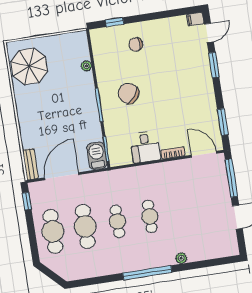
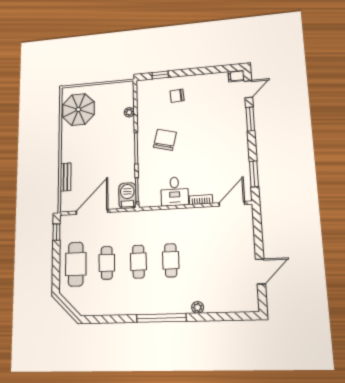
chair: (129, 93) -> (165, 140), turned 65
door: (204, 154) -> (232, 204), hinge flipped
bench: (30, 164) -> (66, 177), moved
window: (231, 178) -> (258, 230), removed
cafe table: (85, 226) -> (107, 263), width x0.73, depth x0.74

